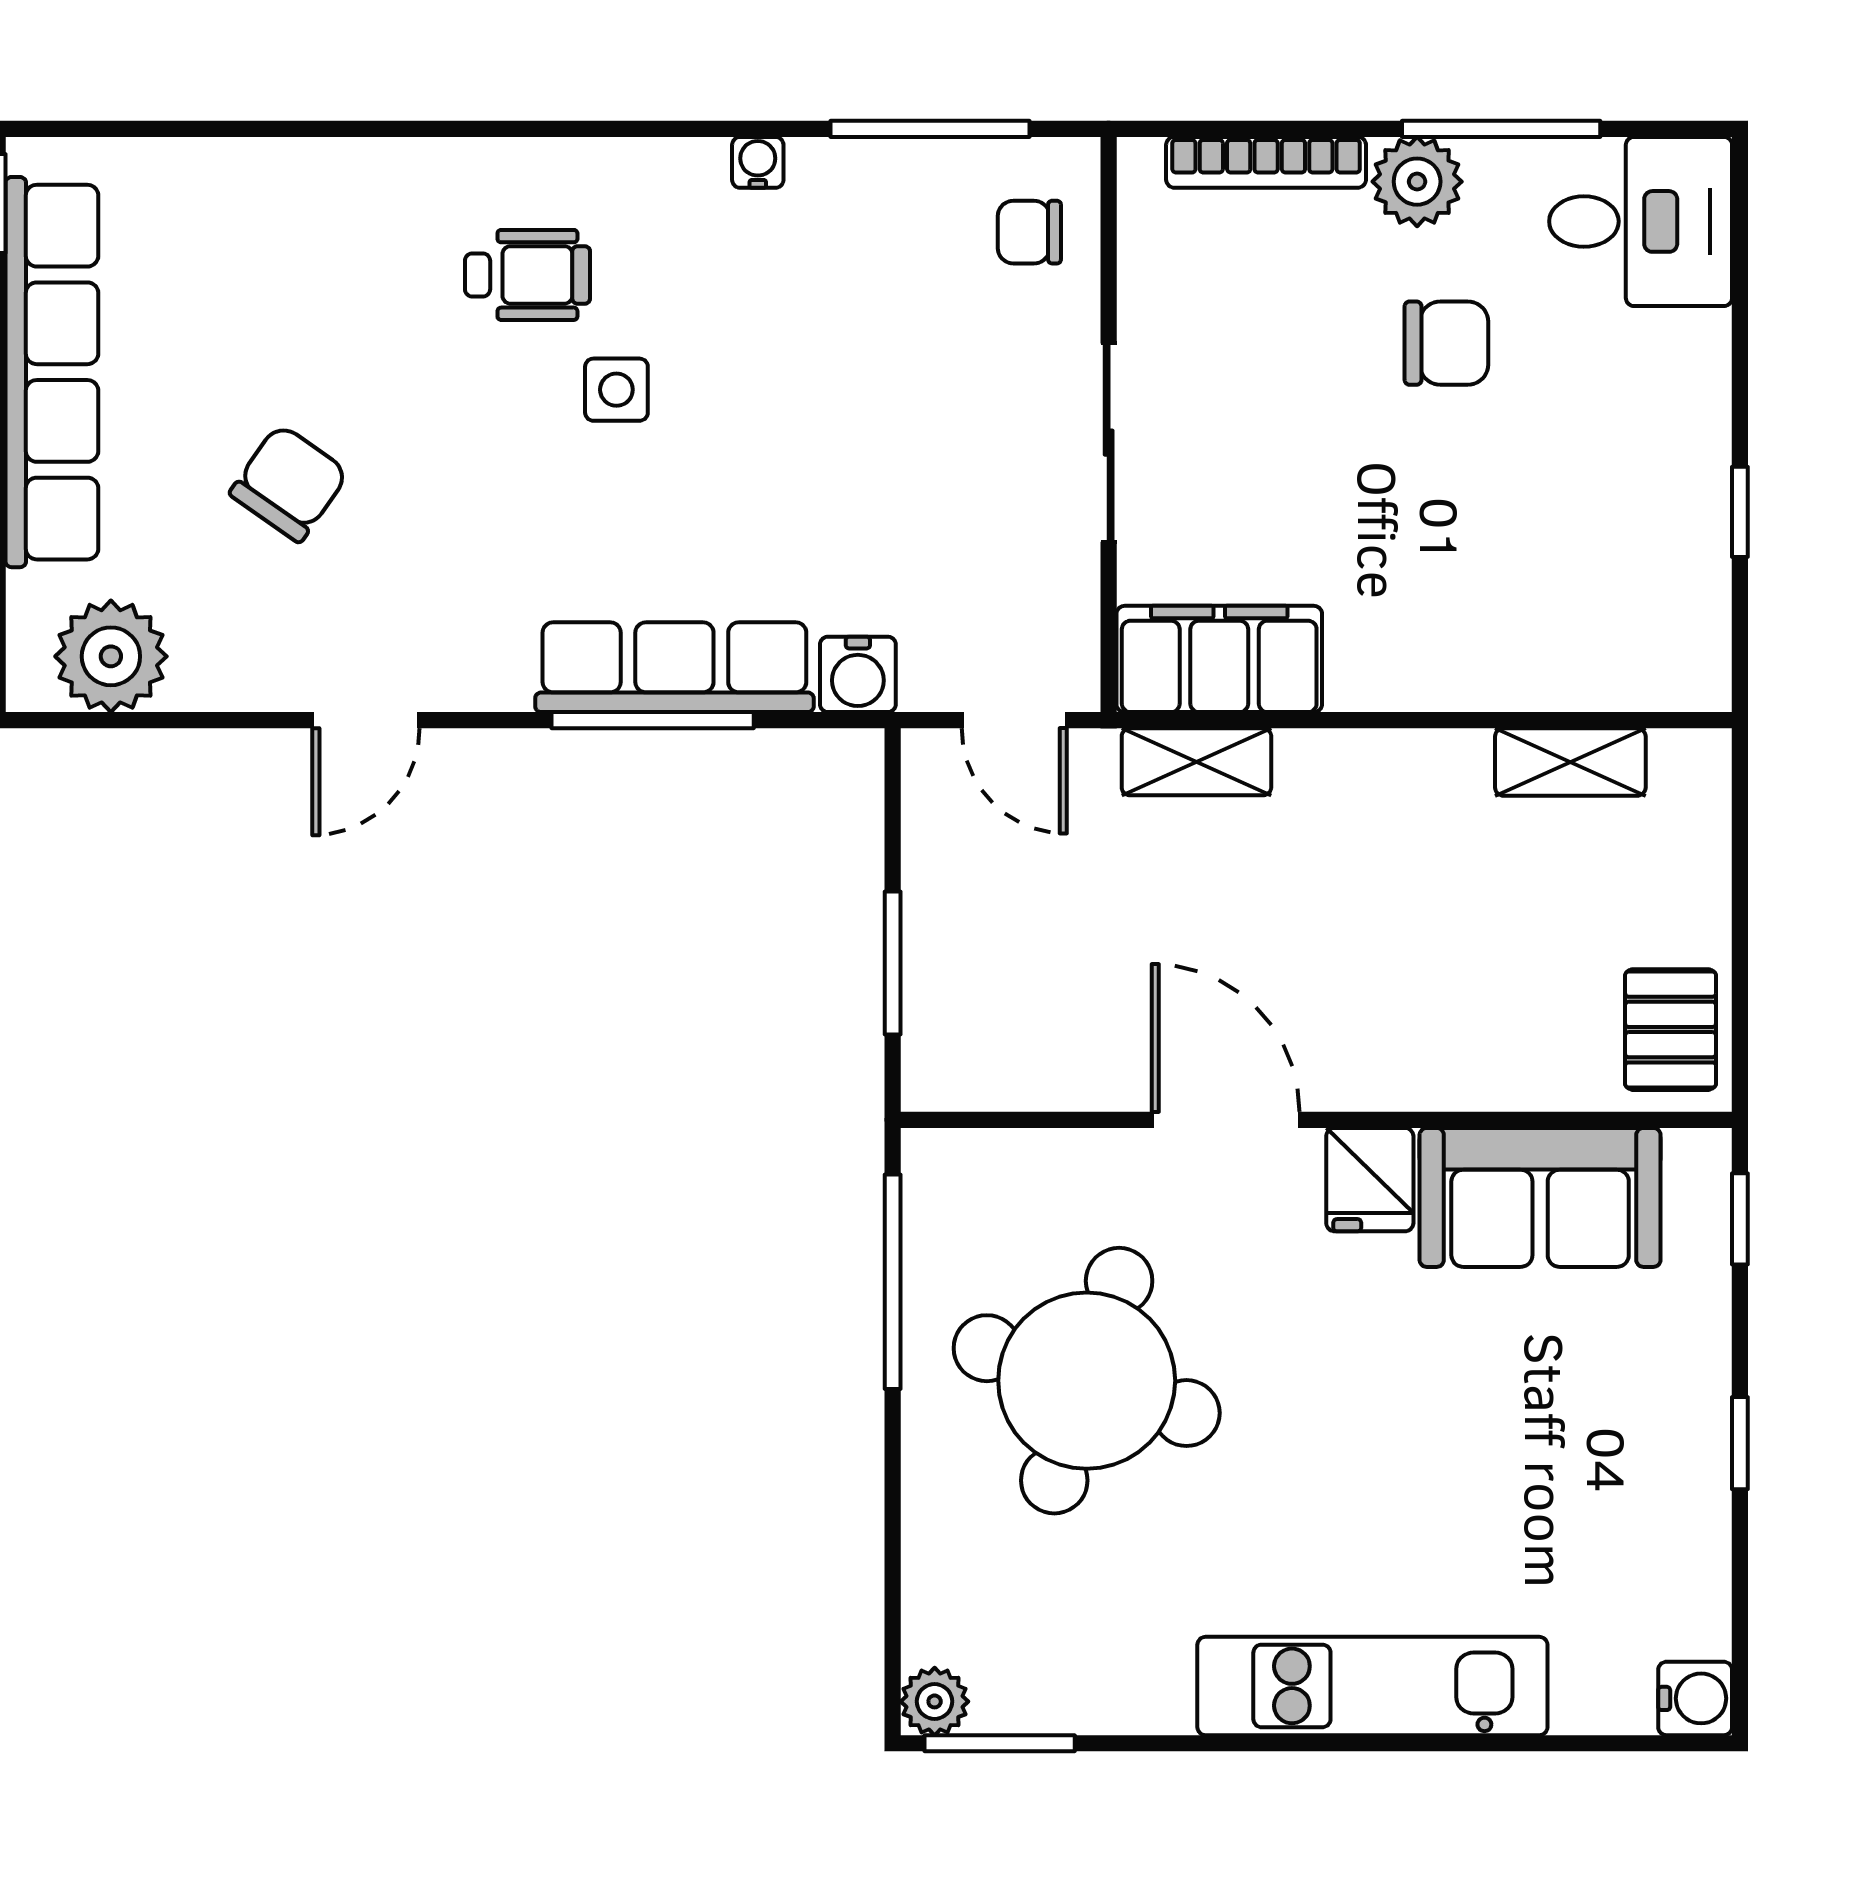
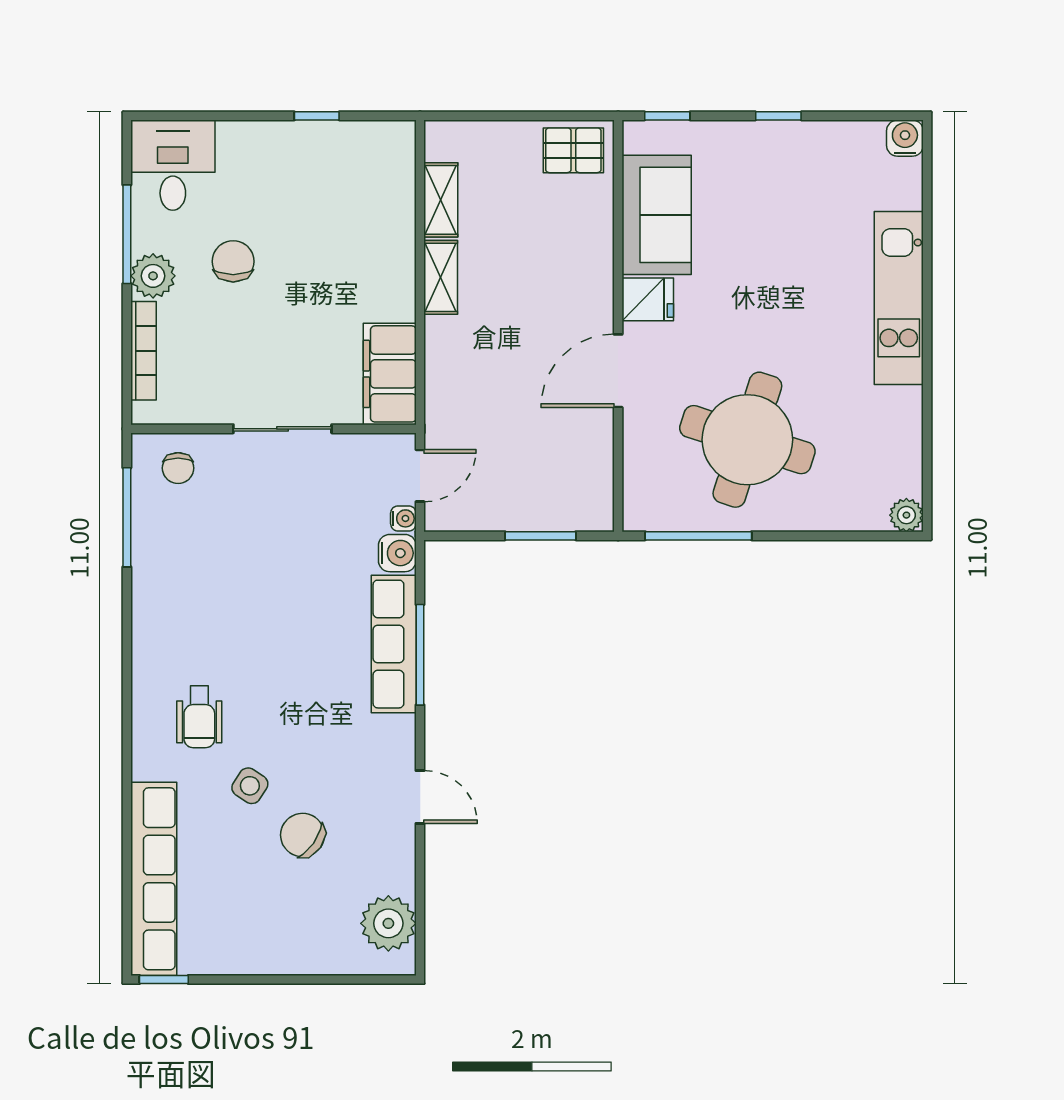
water cooler: (758, 162) -> (403, 518), moved, turned 180
wheelchair: (527, 275) -> (199, 717), turned 180
row of seats: (52, 372) -> (154, 879), moved, turned 90
side table: (616, 390) -> (250, 786), moved, turned 33
shelving: (1196, 762) -> (441, 277), moved
window: (1000, 1743) -> (927, 483), removed

